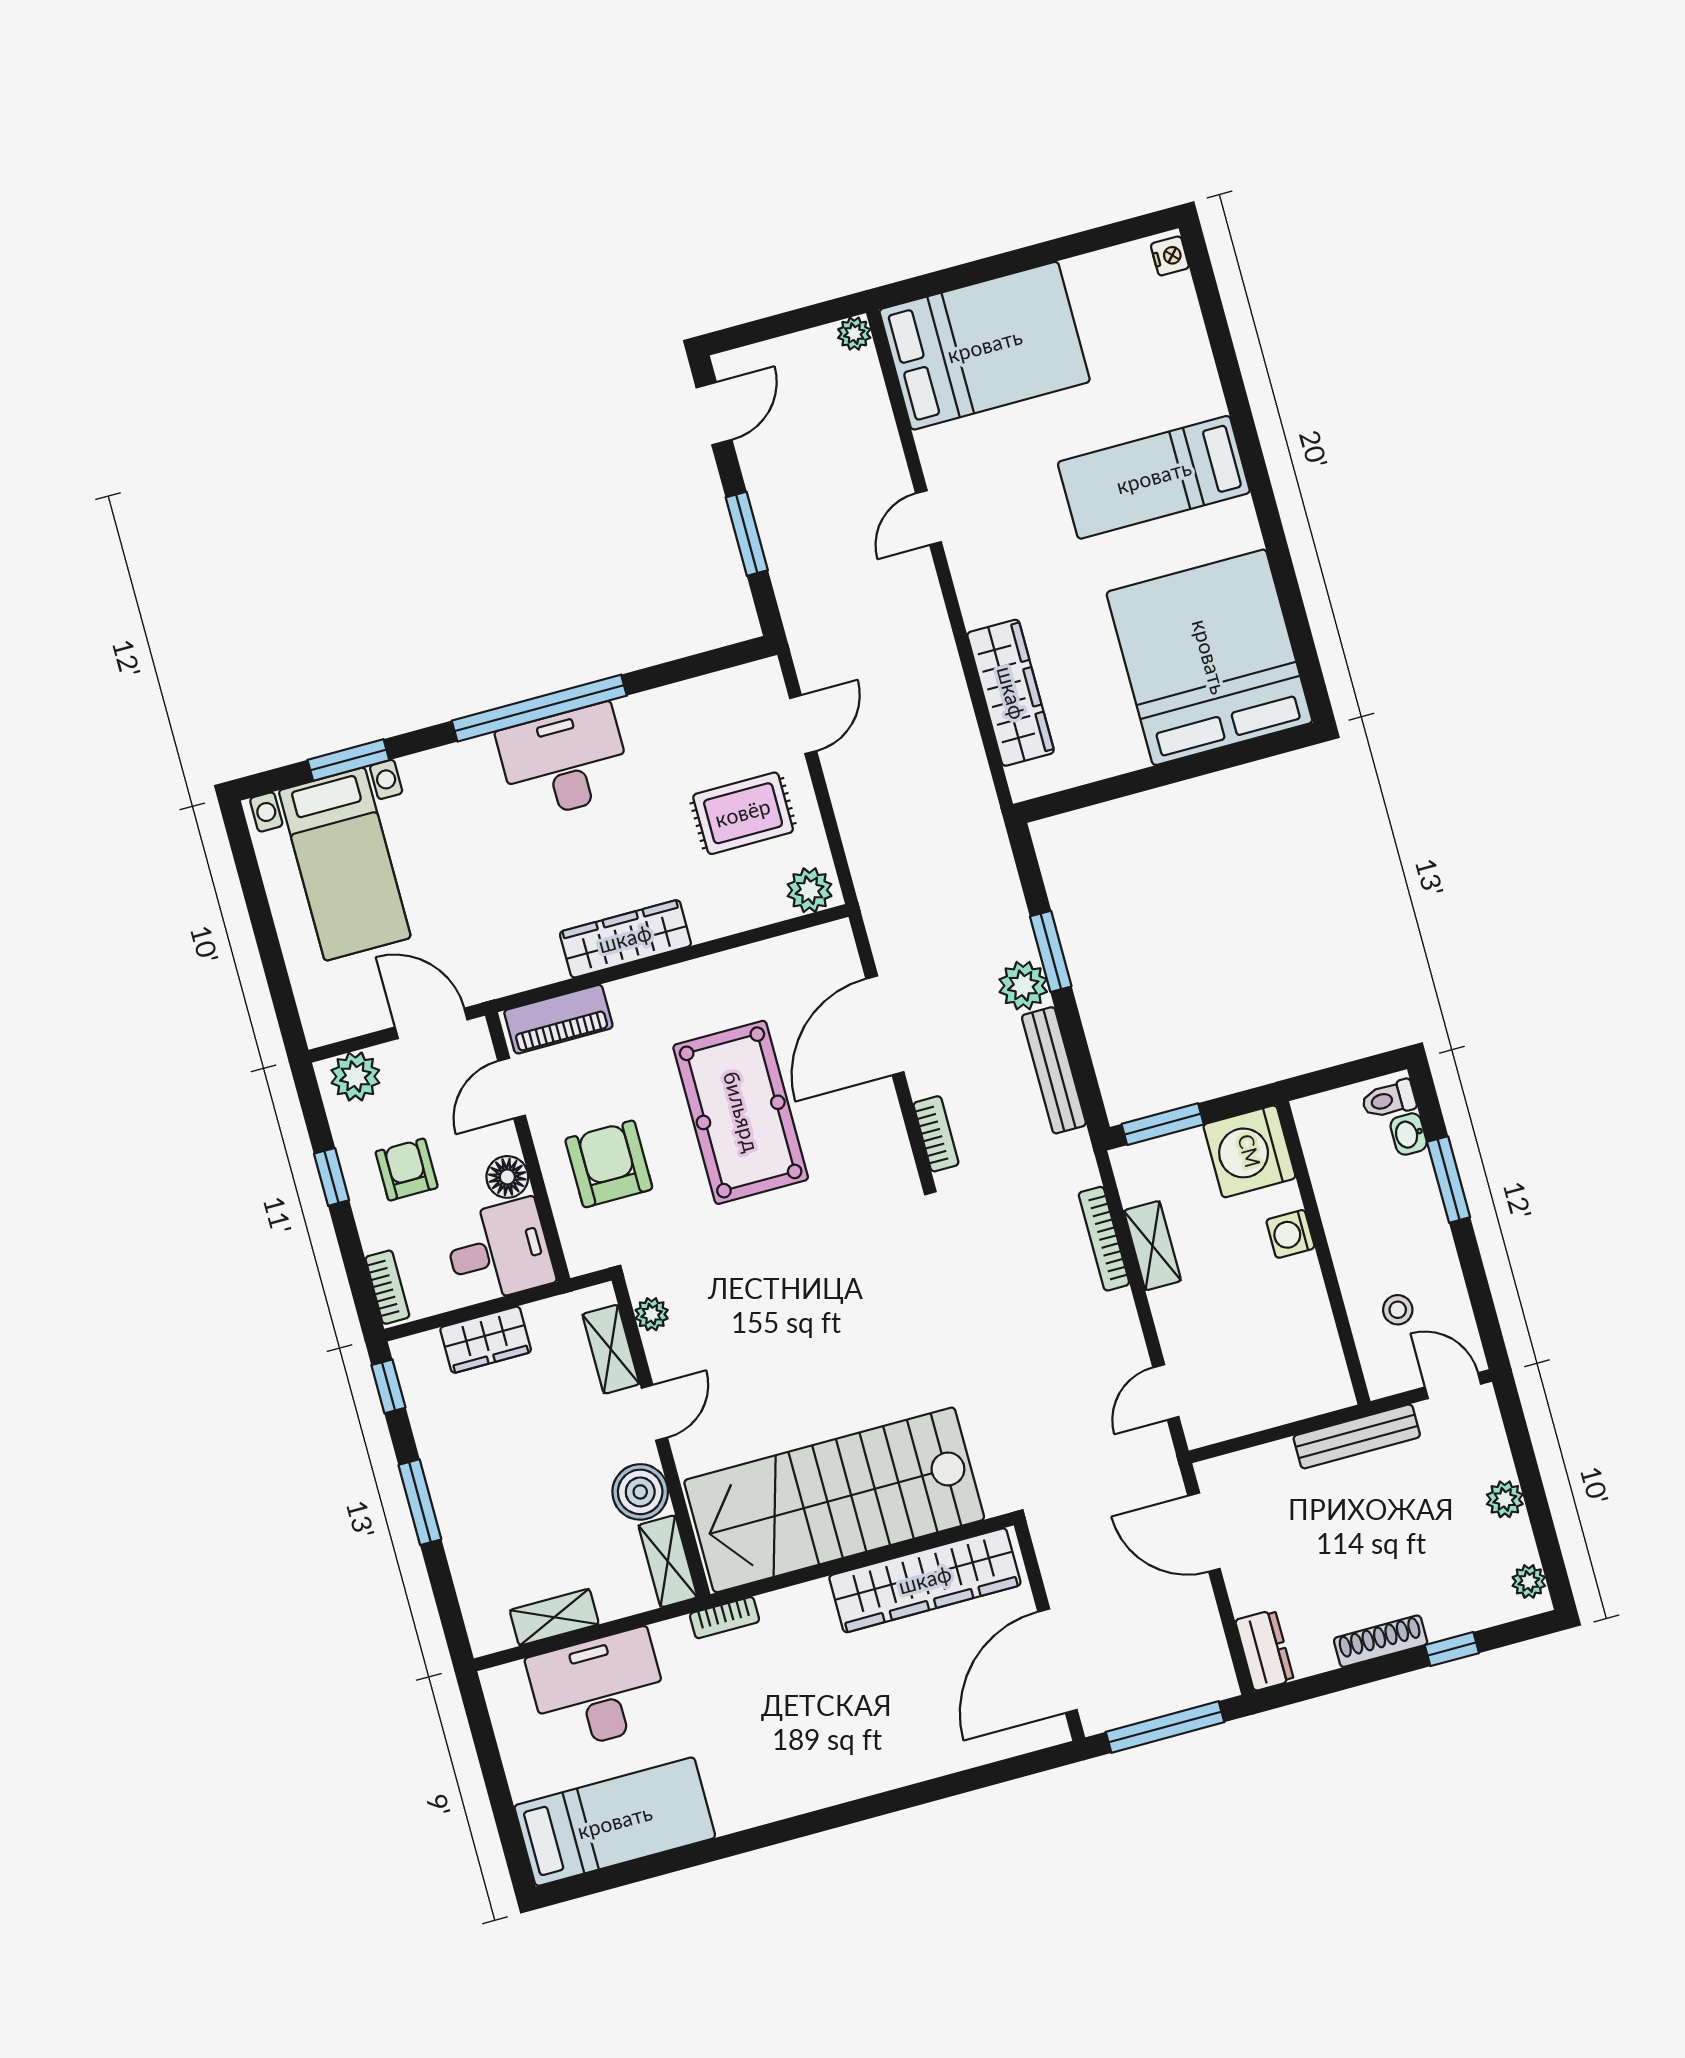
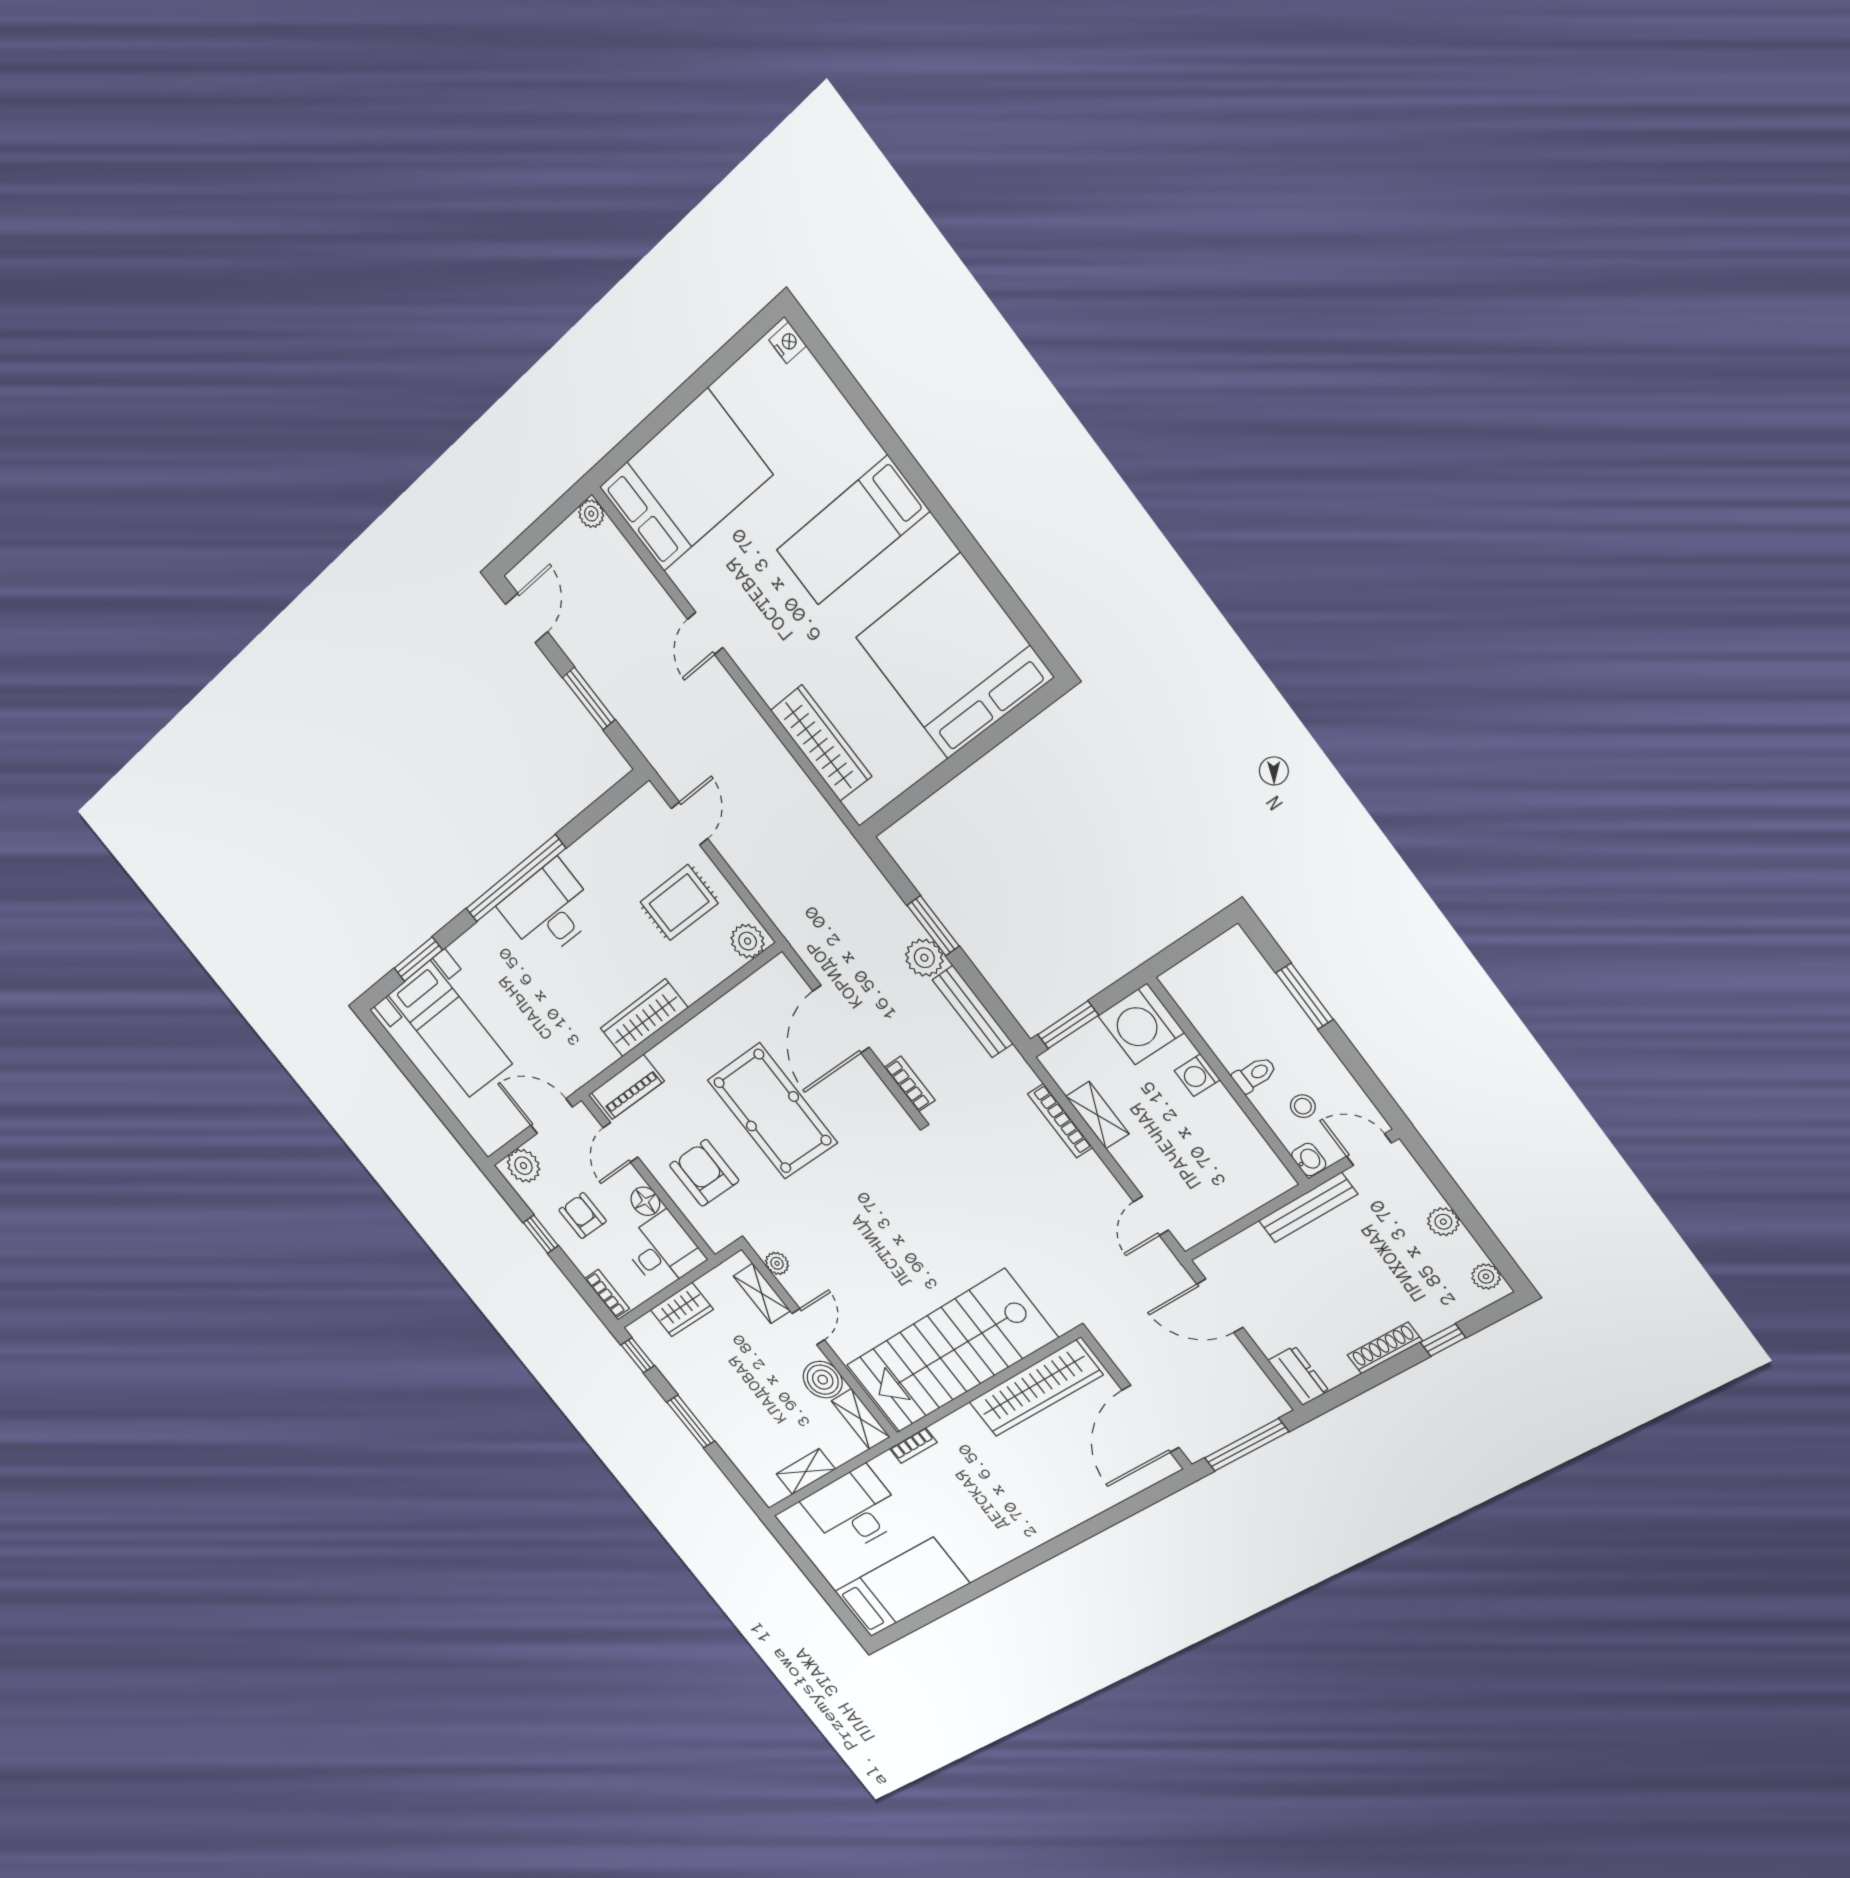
toilet: (1389, 1099) -> (1255, 1074), moved, turned 180
washbasin: (1409, 1134) -> (1309, 1160), moved, turned 180

